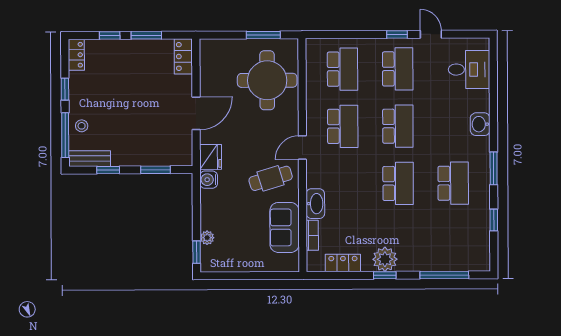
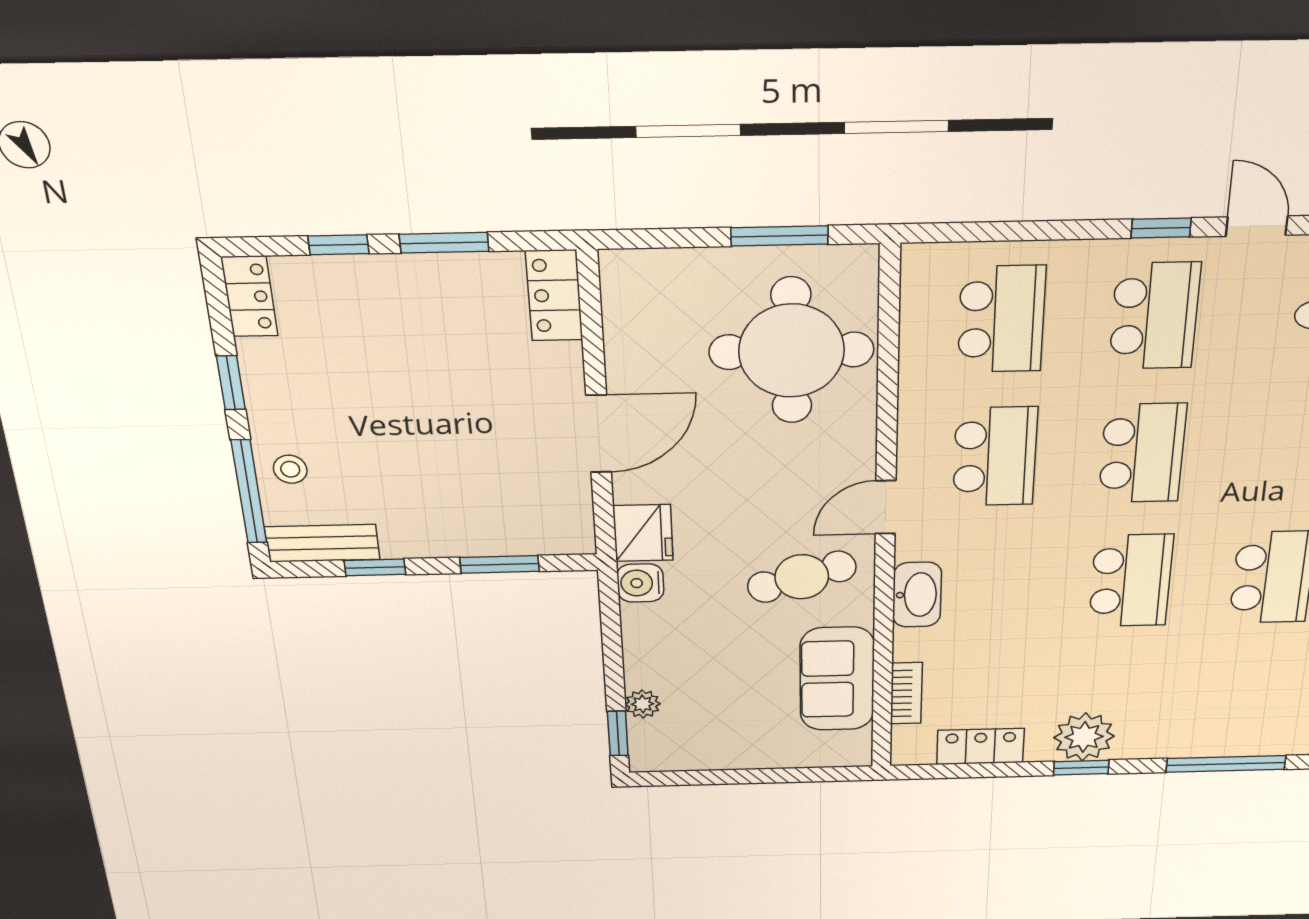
washbasin: (315, 204) -> (917, 595), moved

